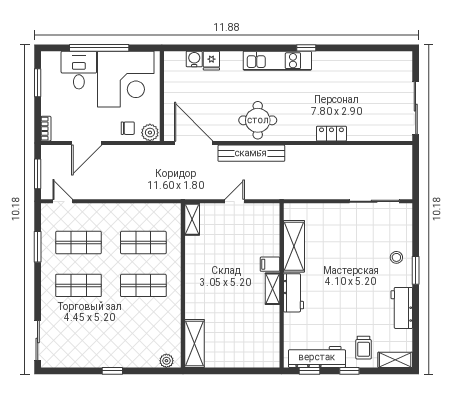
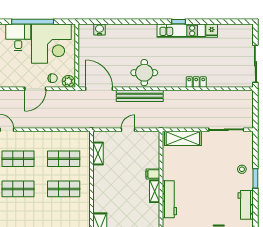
fridge: (211, 61) -> (212, 31), moved
kitchen unit: (277, 61) -> (181, 31), moved
door: (87, 143) -> (35, 89), moved
shelving: (192, 219) -> (98, 154), moved
shelving: (294, 246) -> (183, 138), moved, turned 90
workbench: (294, 293) -> (169, 199), width x1.38

